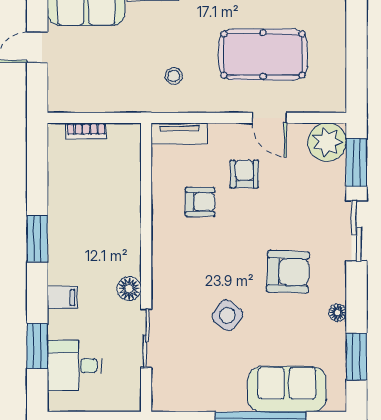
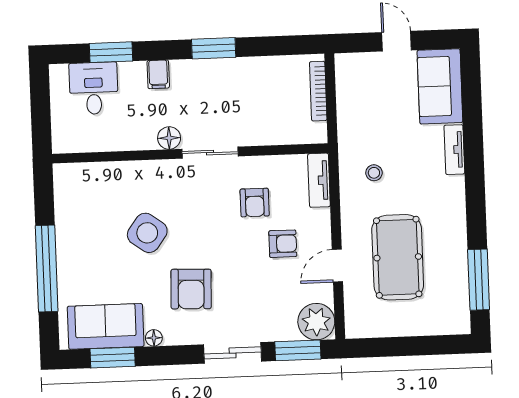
bookcase: (86, 131) -> (318, 91), width x1.56
side table: (227, 315) -> (147, 233), width x1.37, depth x1.37
sliding door: (146, 338) -> (210, 153), moved
sofa: (287, 389) -> (106, 326), moved, turned -90

